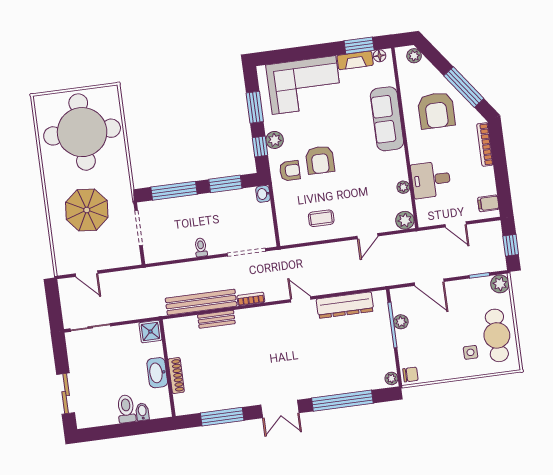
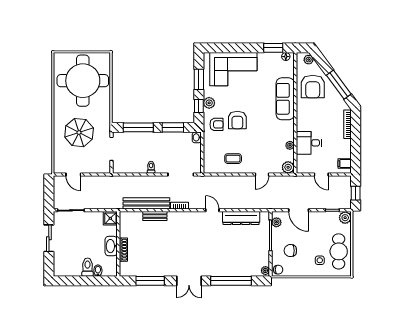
fireplace: (355, 60) -> (269, 57), removed
armchair: (436, 110) -> (313, 87), moved
plant: (401, 322) -> (276, 222), moved
chair: (425, 344) -> (290, 251), added
sliding door: (66, 394) -> (49, 238), moved

